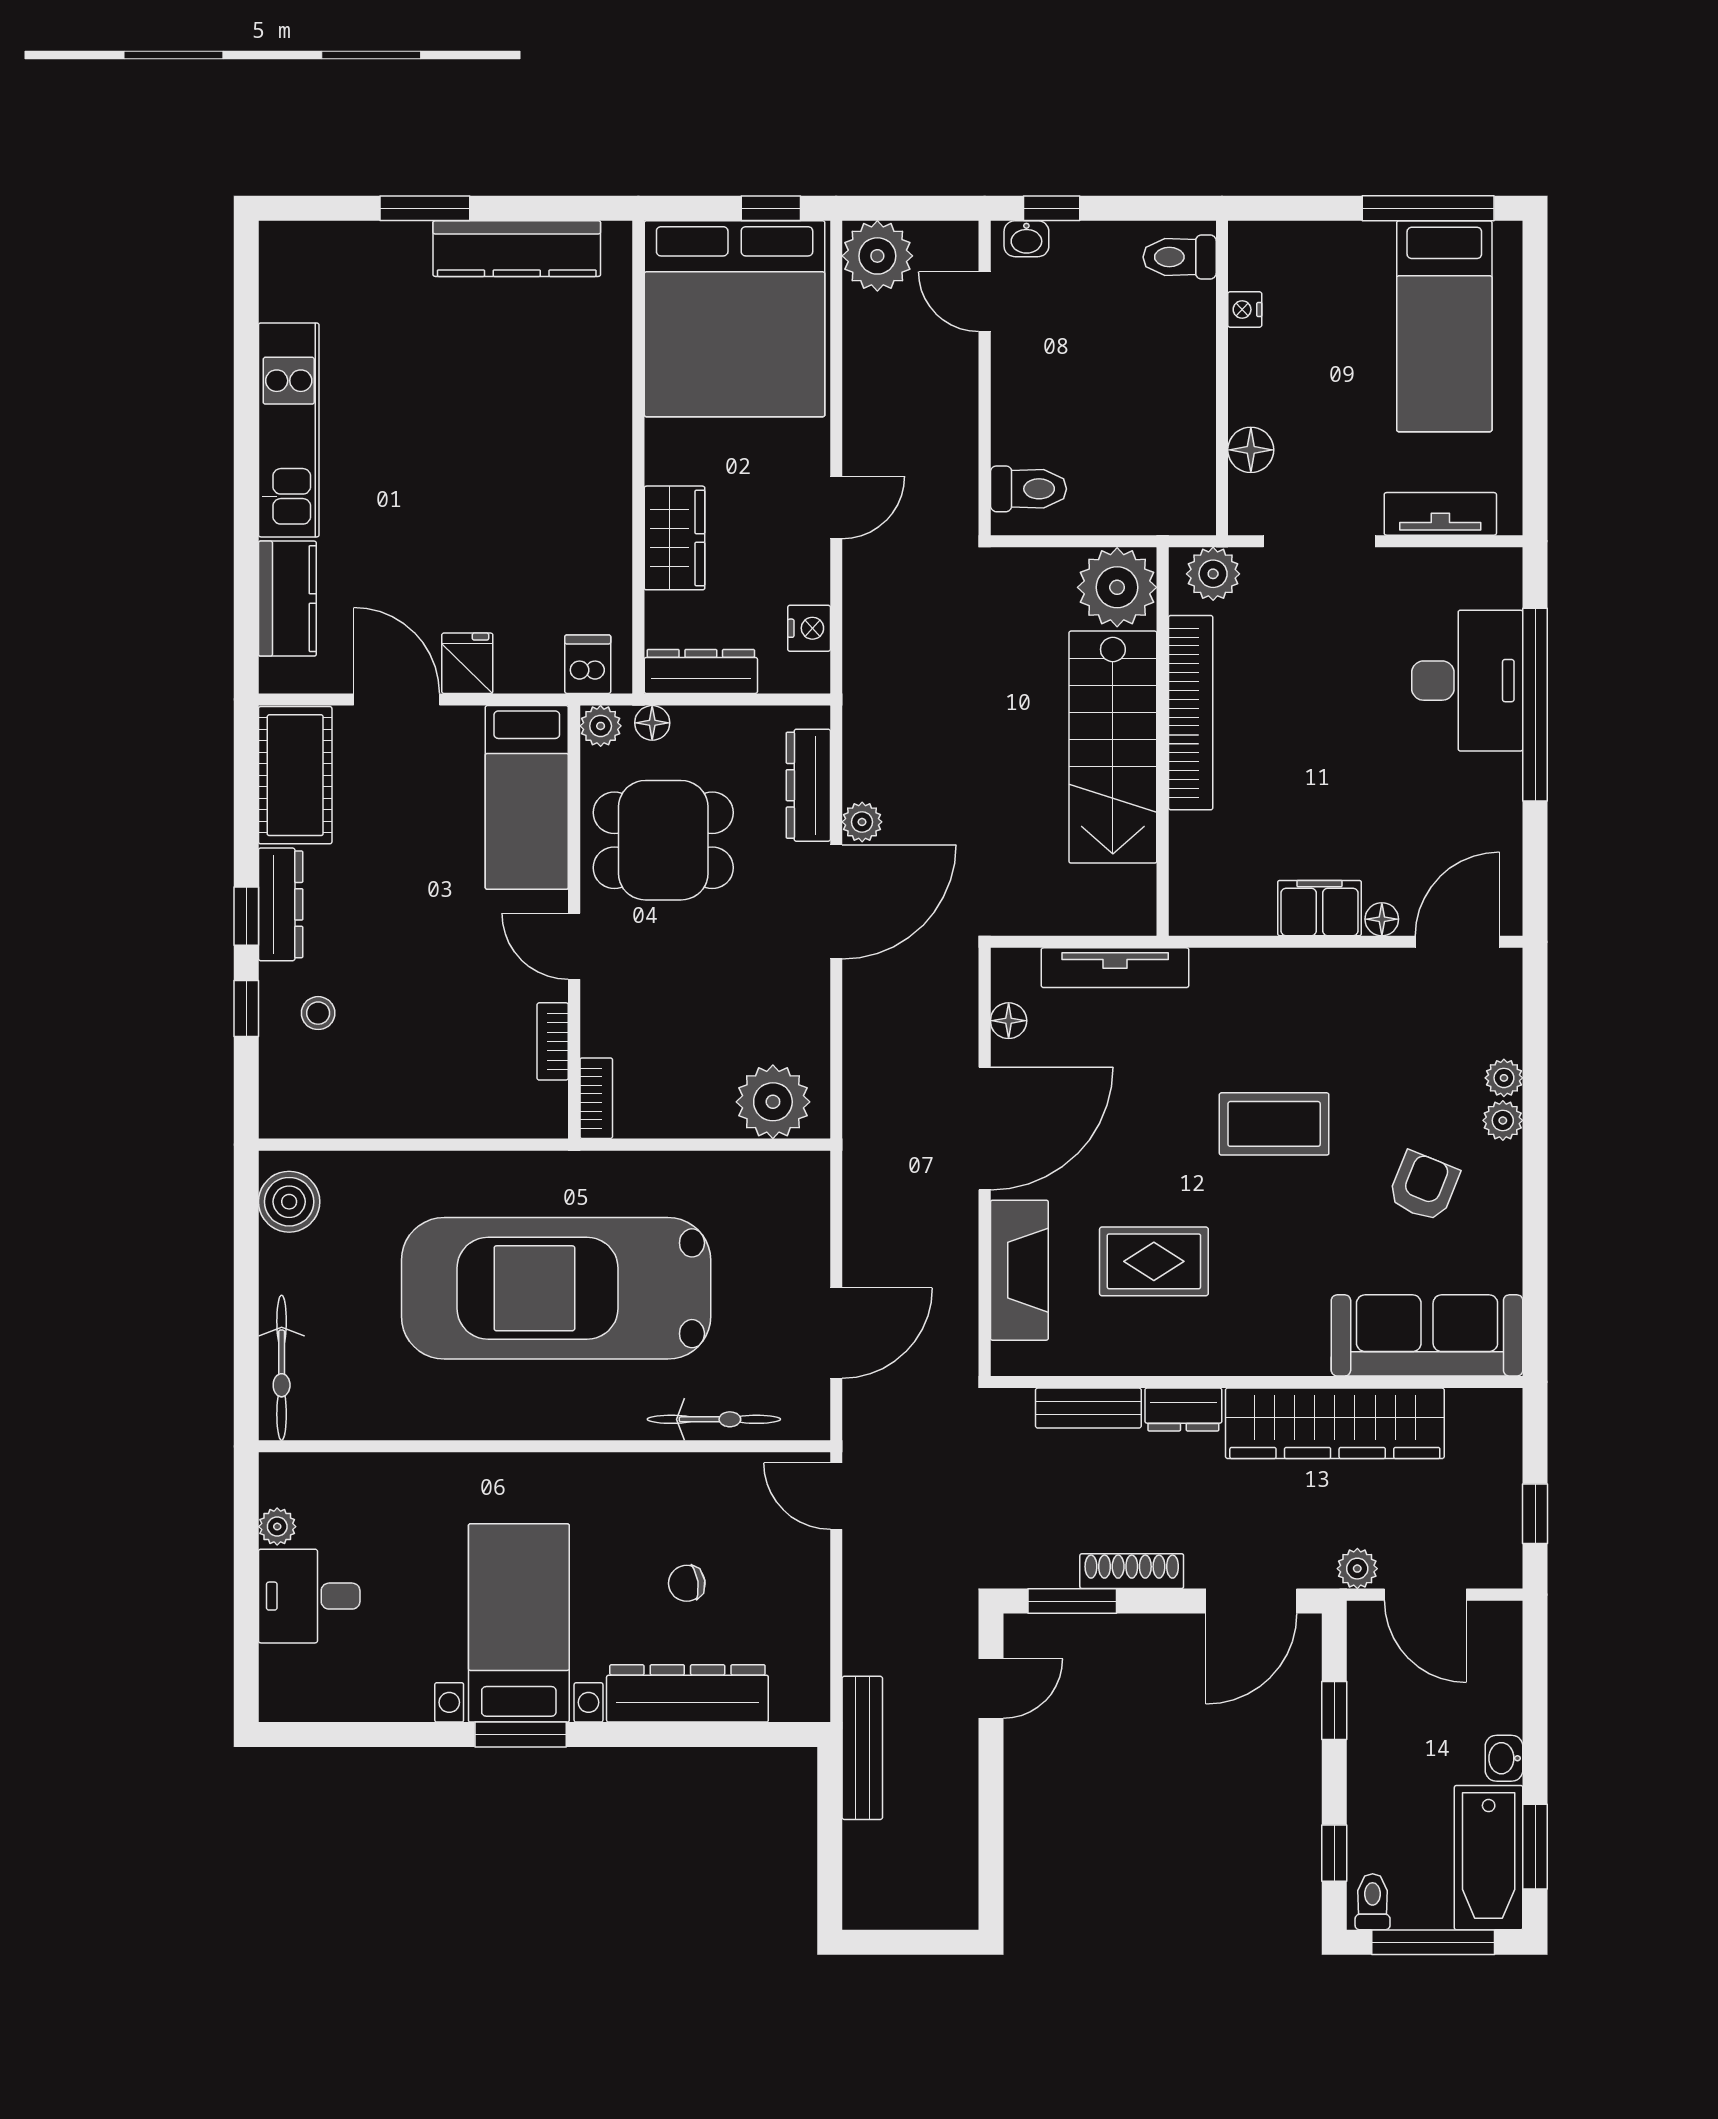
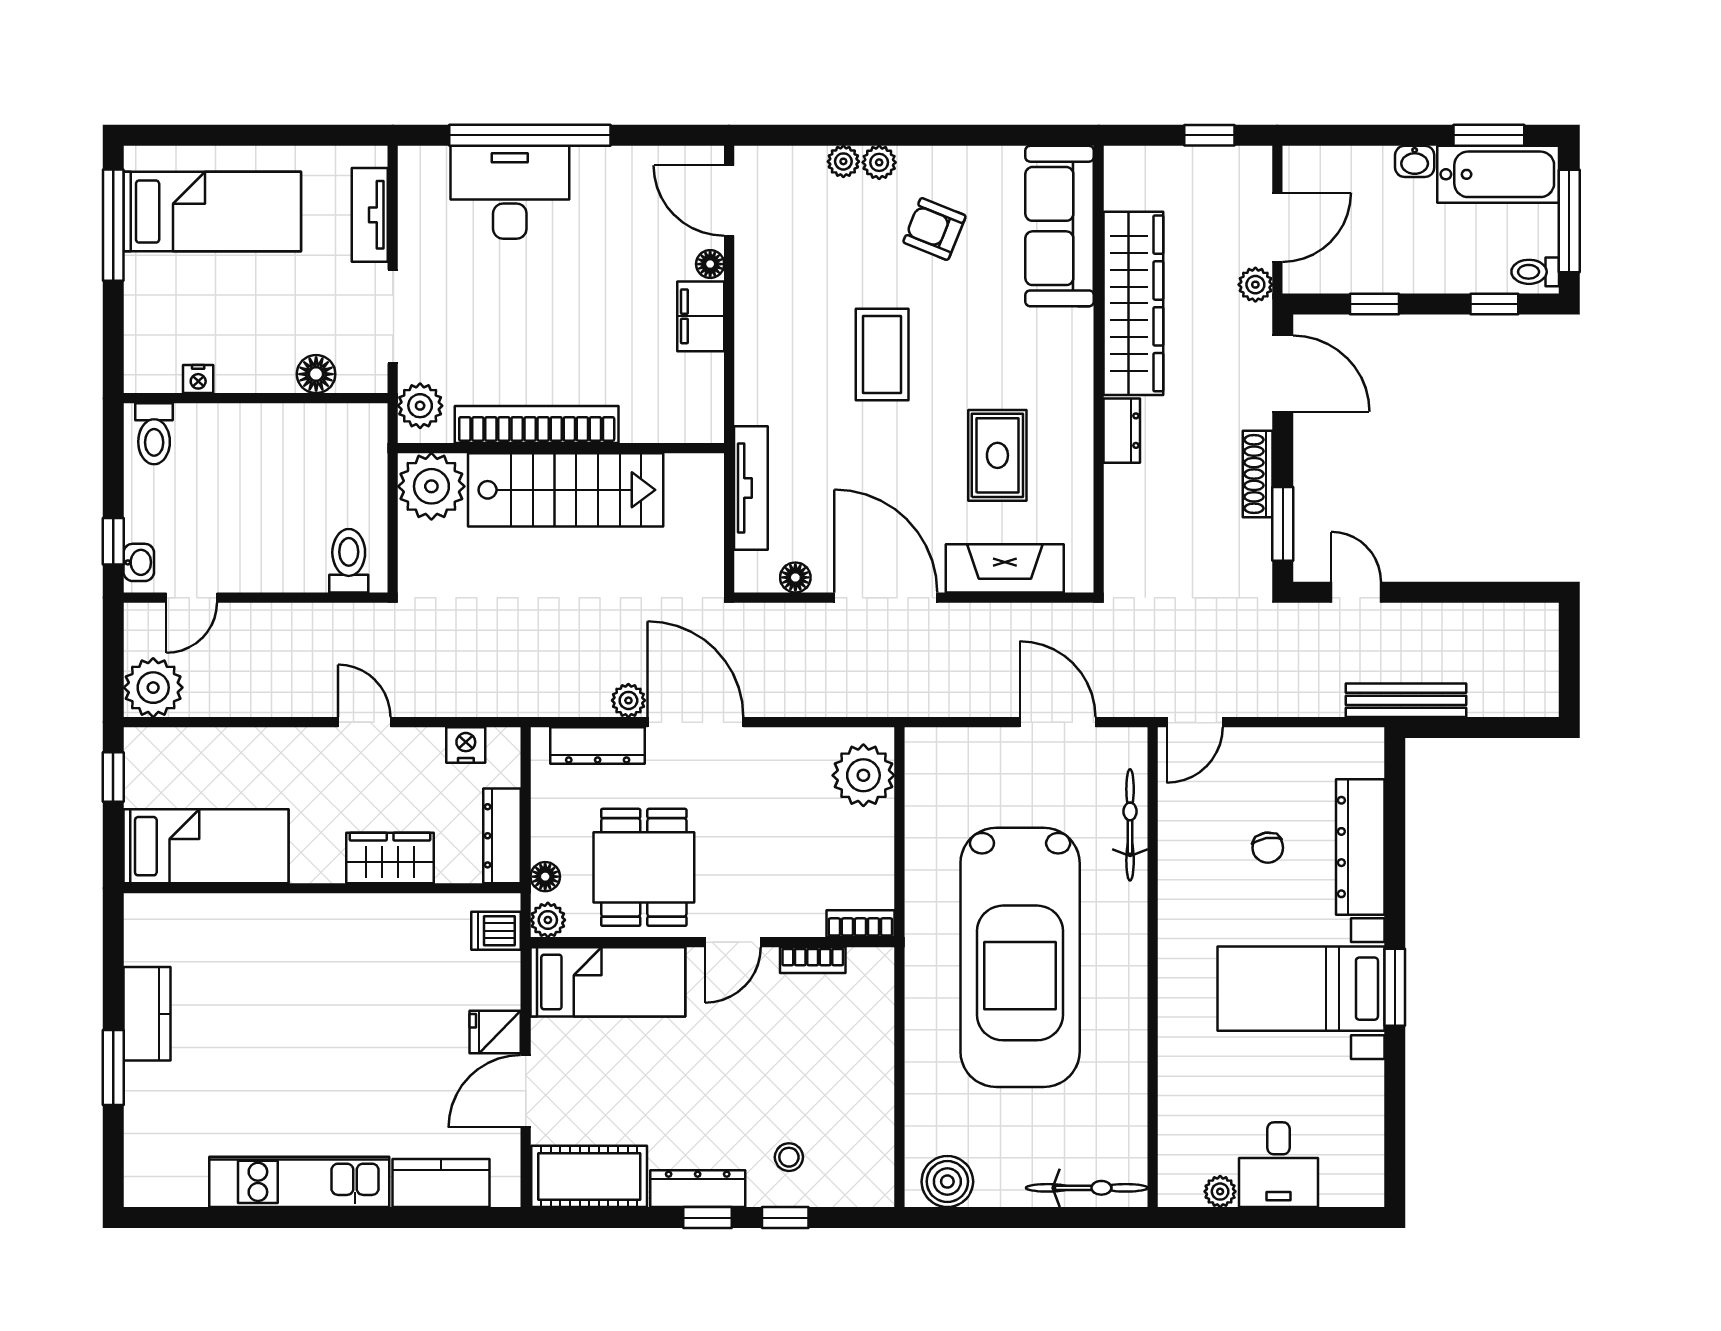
kitchen counter: (517, 249) -> (147, 1014), width x0.67
bed: (735, 319) -> (206, 846), width x0.49
bench: (1088, 1408) -> (1121, 510), removed

